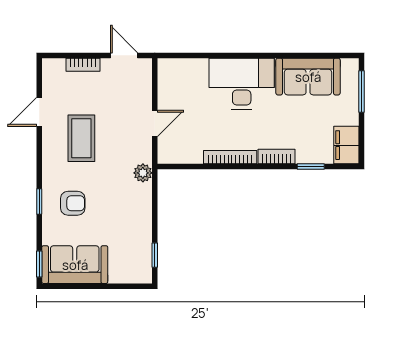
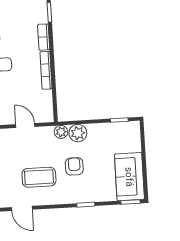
plant: (140, 196) -> (78, 133), added
armchair: (73, 203) -> (74, 166), moved

